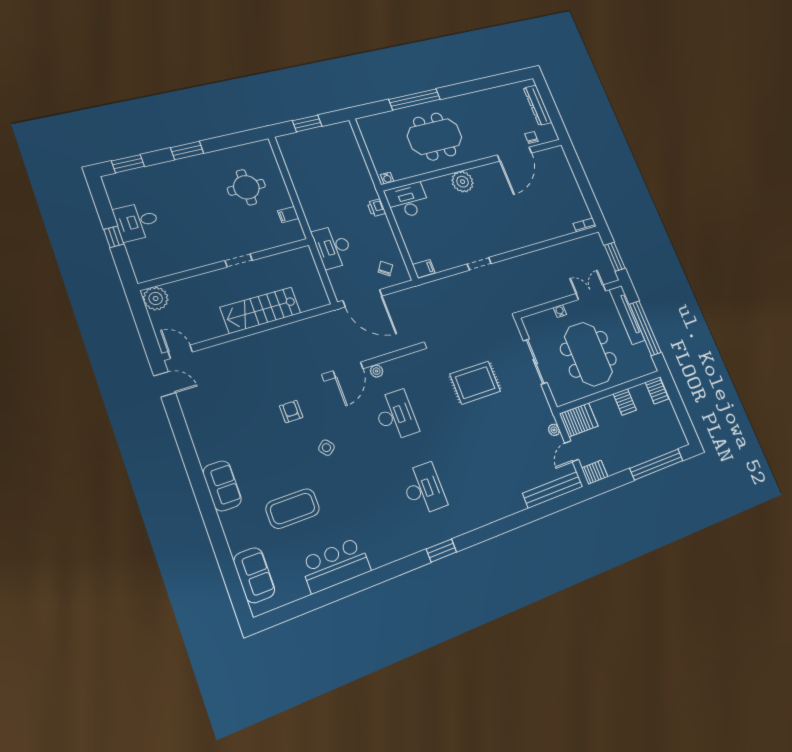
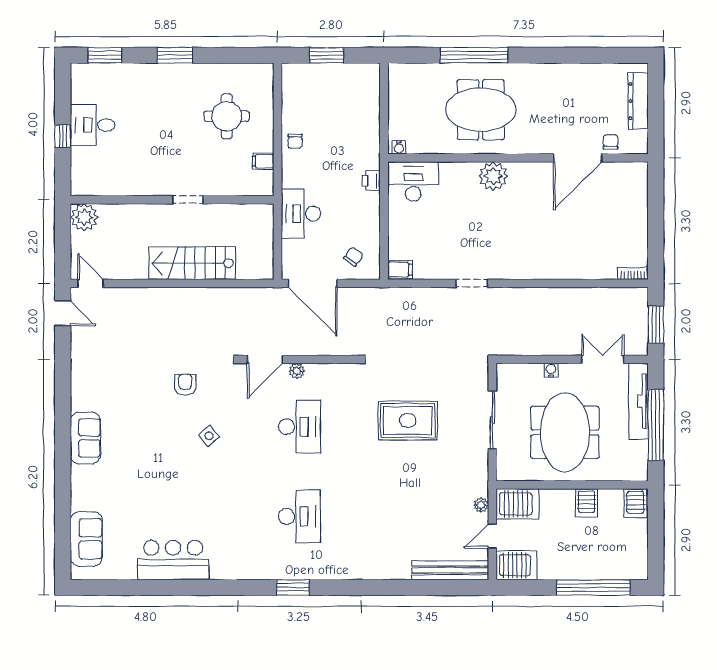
chair: (307, 193) -> (295, 141), added
server rack: (595, 472) -> (517, 565), width x1.36, depth x1.44
coffee table: (293, 509) -> (149, 487), removed

